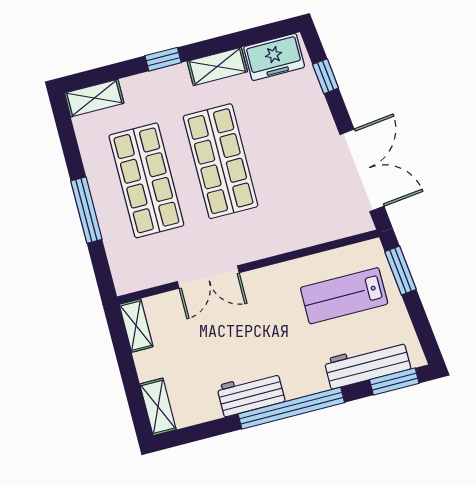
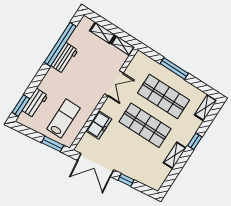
freezer: (274, 57) -> (99, 125), moved, turned 180
window: (326, 76) -> (126, 180), moved
double door: (208, 277) -> (114, 83), swing flipped
workbench: (367, 364) -> (35, 103), width x0.73
shelving: (158, 407) -> (102, 33), moved
window: (291, 408) -> (60, 44), moved

